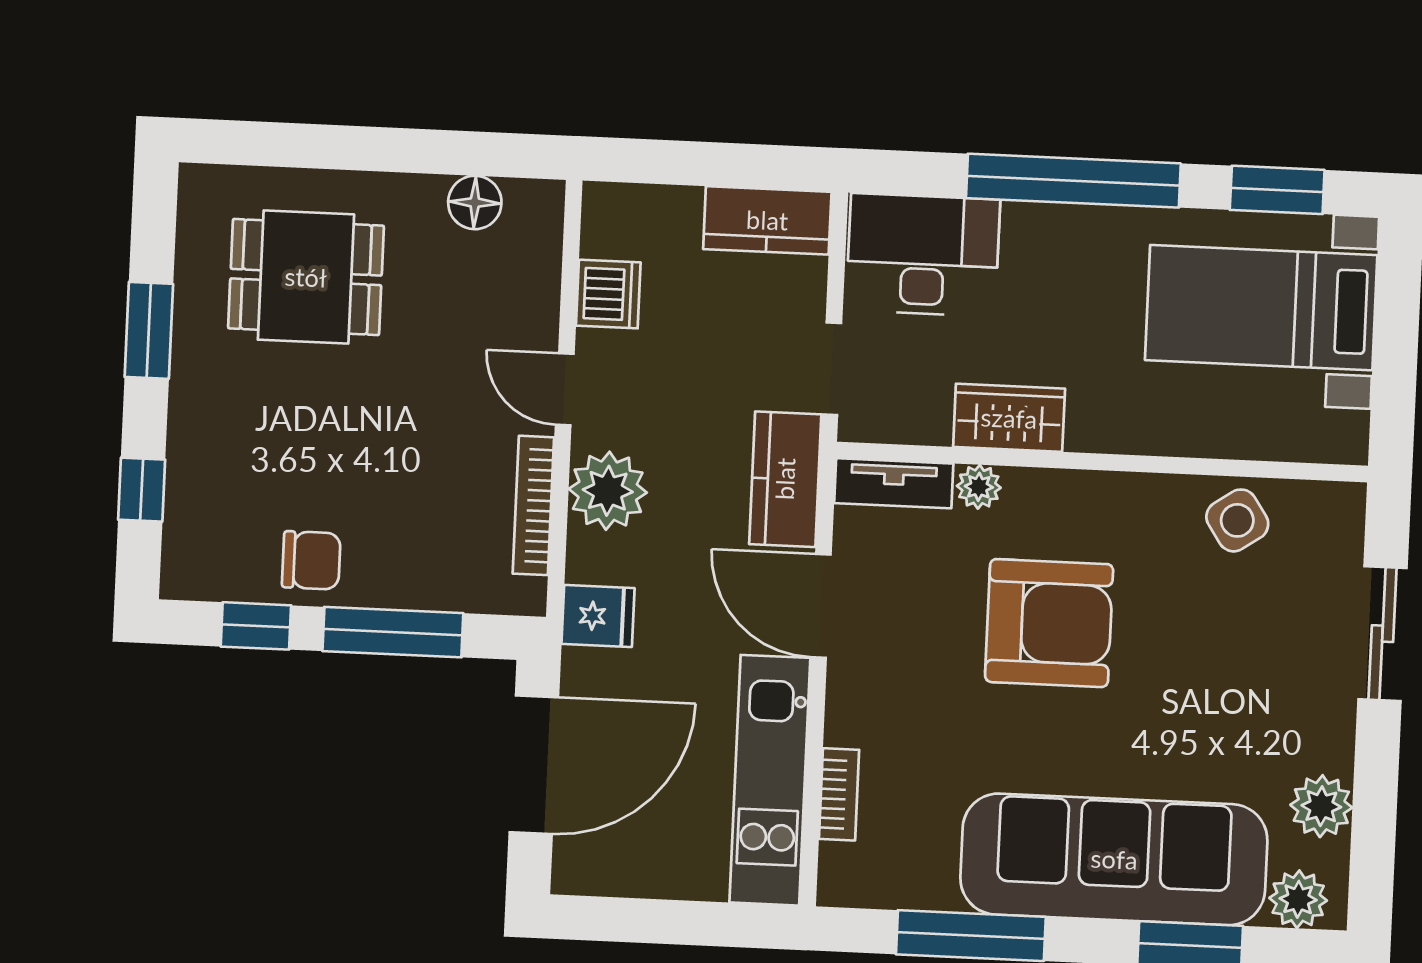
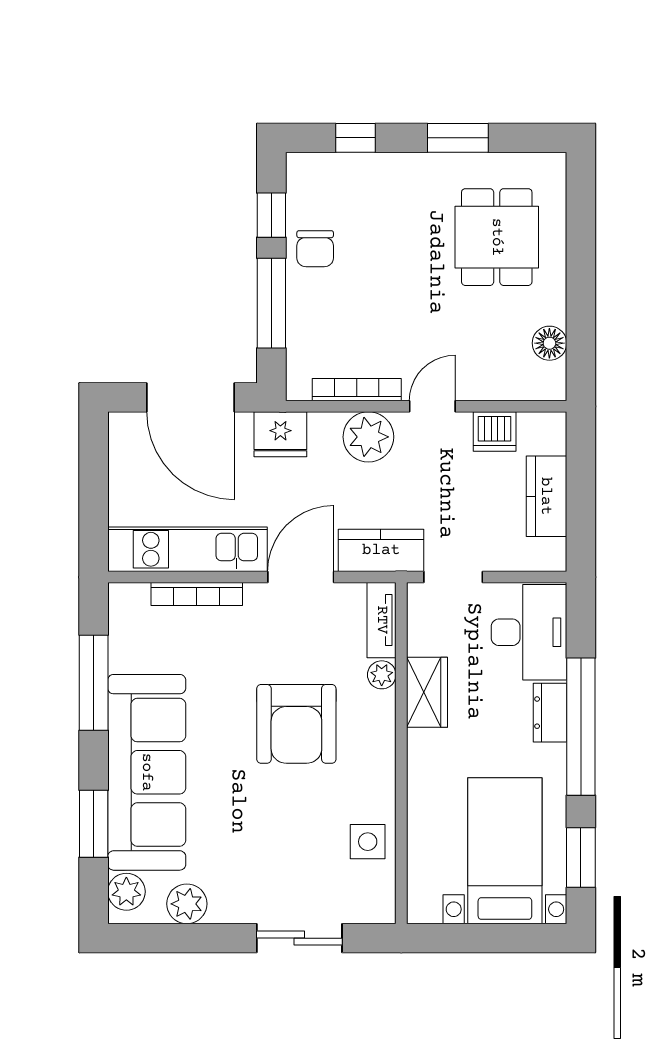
kitchen counter: (767, 220) -> (546, 496), moved
dresser: (1049, 228) -> (550, 713), added
side table: (1237, 520) -> (368, 842), turned 34
fridge: (598, 616) -> (280, 434), width x1.38
bookcase: (839, 794) -> (197, 594), width x1.56

